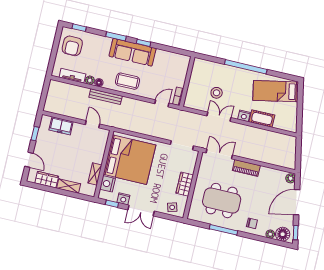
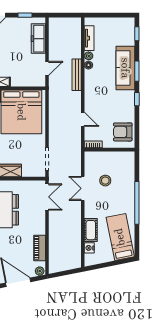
armchair: (72, 46) -> (123, 132), moved
sofa: (133, 52) -> (125, 68), moved
coffee table: (127, 81) -> (96, 92), removed
door: (162, 103) -> (83, 119), moved
nightstand: (244, 116) -> (89, 248), moved
double door: (219, 117) -> (83, 188), swing flipped
freezer: (61, 126) -> (38, 39), width x1.40
piano: (246, 168) -> (40, 248), moved

